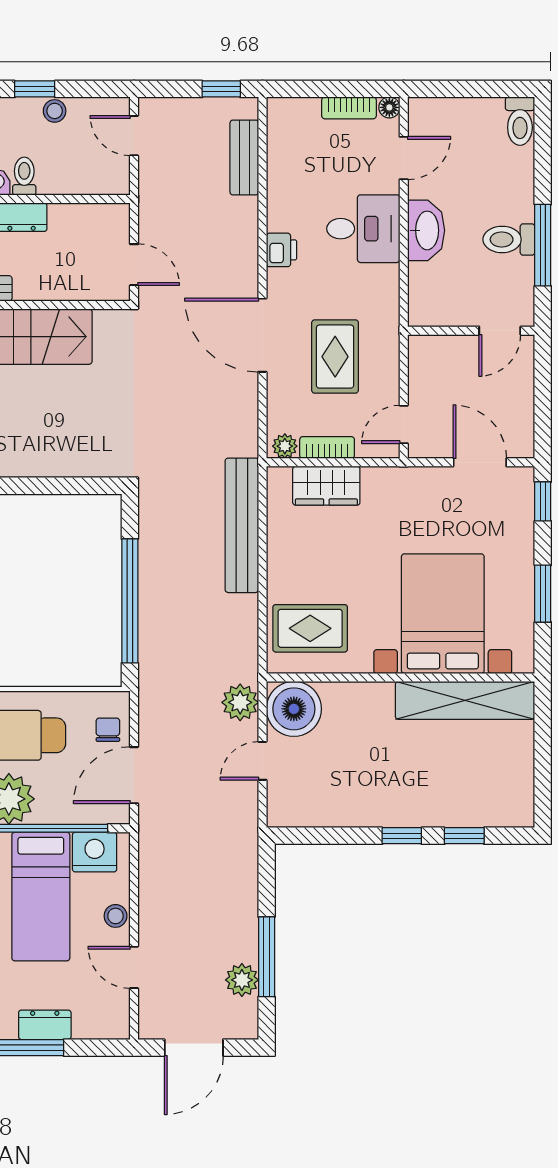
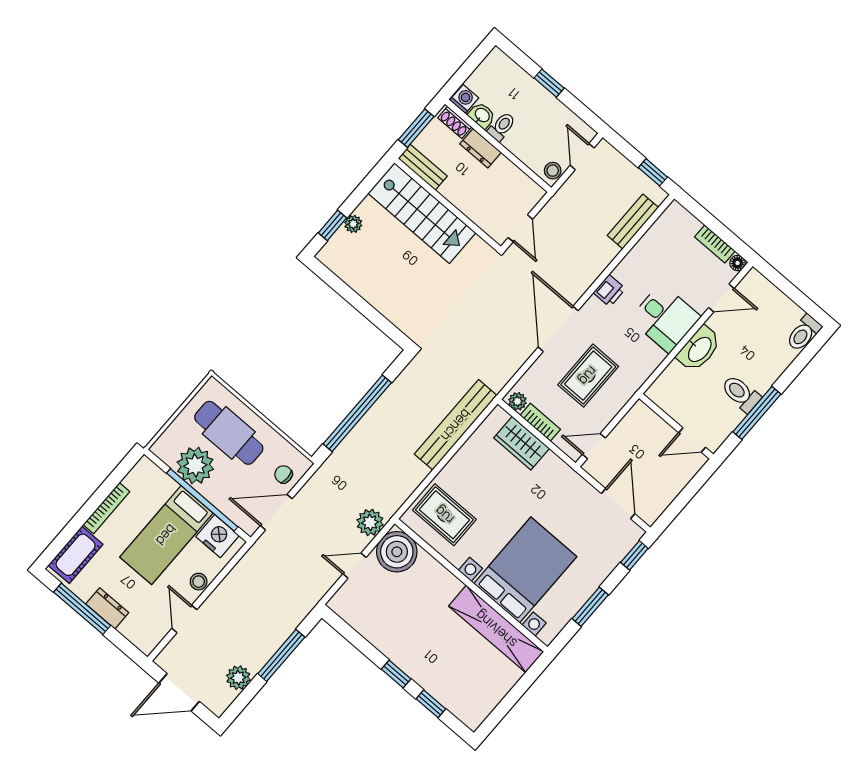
stool: (55, 111) -> (553, 171), moved
chair: (108, 730) -> (283, 474), turned -90
window: (267, 957) -> (281, 655), moved

